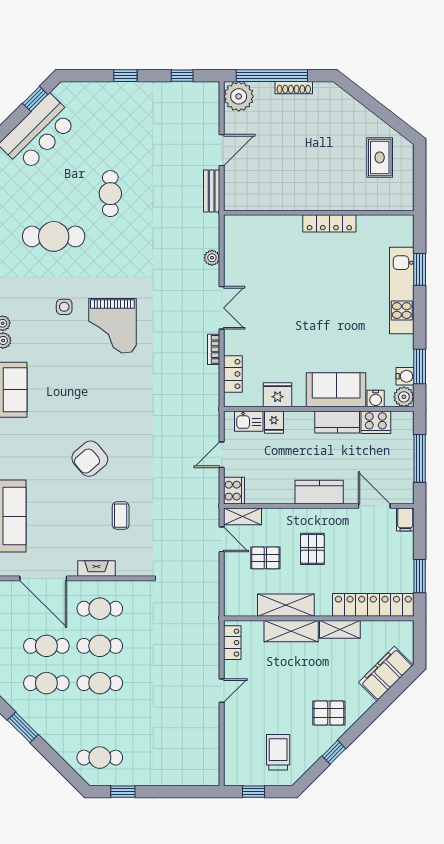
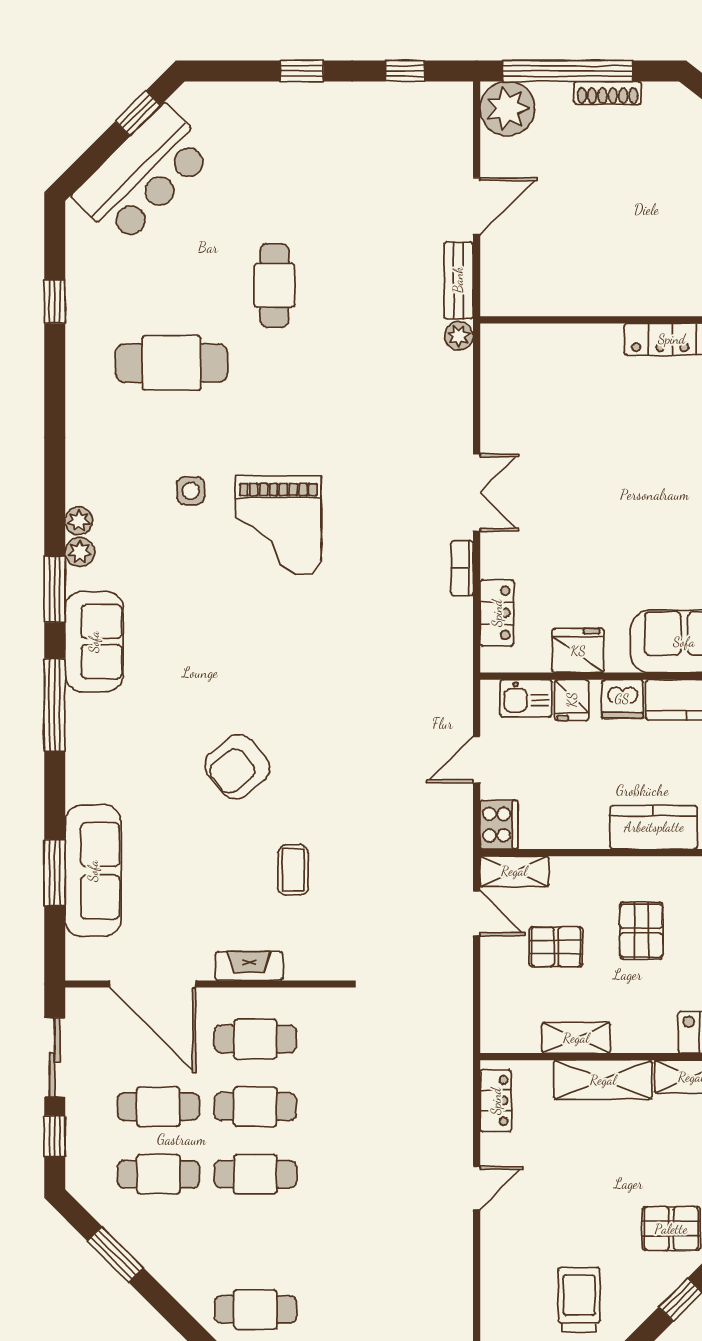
plant: (212, 258) -> (459, 336), moved
dishwasher: (302, 421) -> (622, 699), added
shelving: (286, 605) -> (576, 1038), width x0.67, depth x0.75

